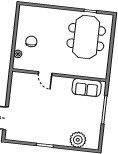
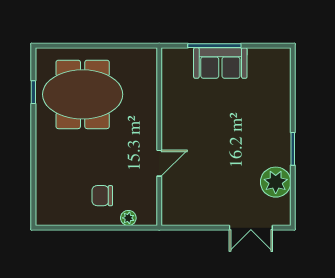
sofa: (87, 88) -> (220, 63), moved, turned 90
plant: (78, 140) -> (276, 182), moved

